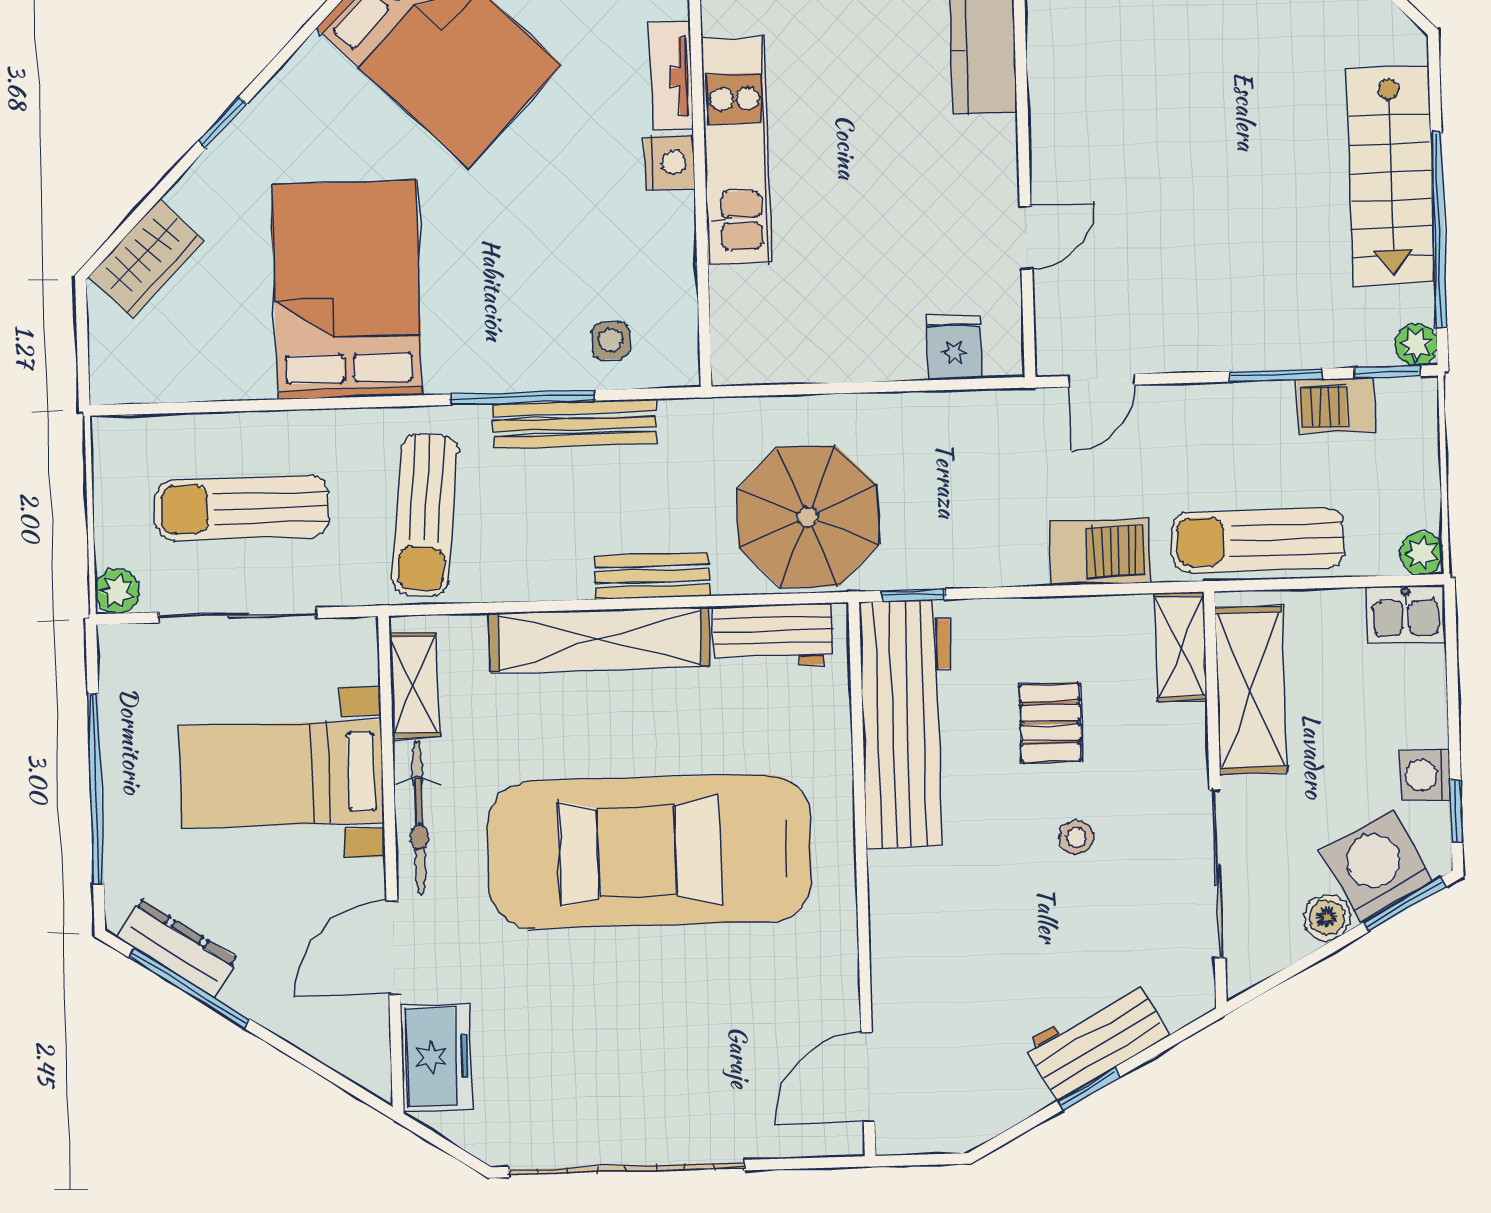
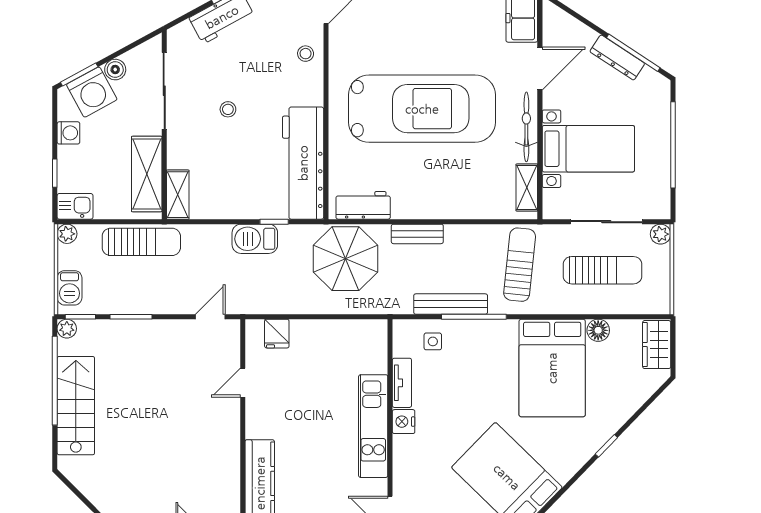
tv unit: (671, 77) -> (402, 383), moved
wardrobe: (146, 259) -> (657, 345), moved, turned -44
floor lamp: (248, 376) -> (598, 330), added
barbecue: (1336, 406) -> (70, 288), moved, turned 90
barbecue: (1100, 552) -> (255, 239), moved
window: (913, 595) -> (274, 222), moved
shelving: (600, 640) -> (442, 206), removed
pallet: (1050, 723) -> (238, 162), removed
window: (1456, 812) -> (55, 173), moved
dresser: (177, 948) -> (617, 57), moved
stool: (909, 965) -> (306, 54), added

